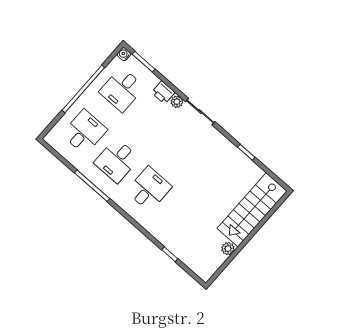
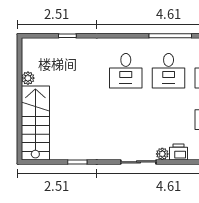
desk: (117, 160) -> (169, 71), turned 180

